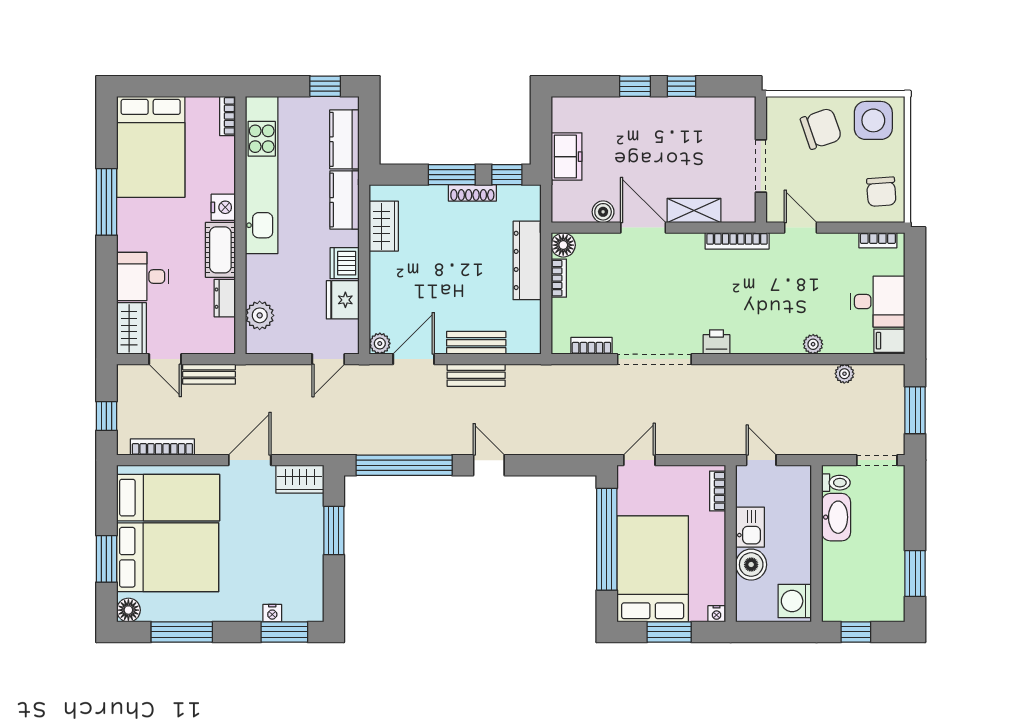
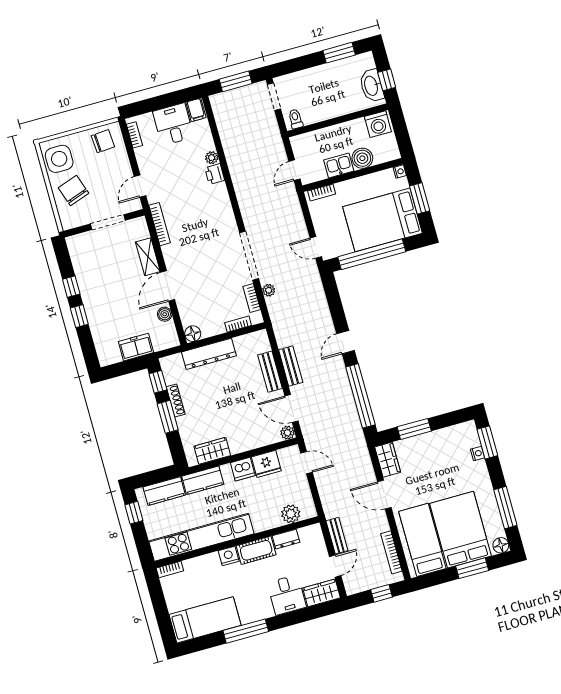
bed: (151, 147) -> (205, 620), width x0.67
bookcase: (559, 278) -> (238, 324), moved
printer: (716, 342) -> (215, 174), moved
plant: (844, 374) -> (269, 290), moved
washbasin: (836, 517) -> (372, 86), moved, turned -90

